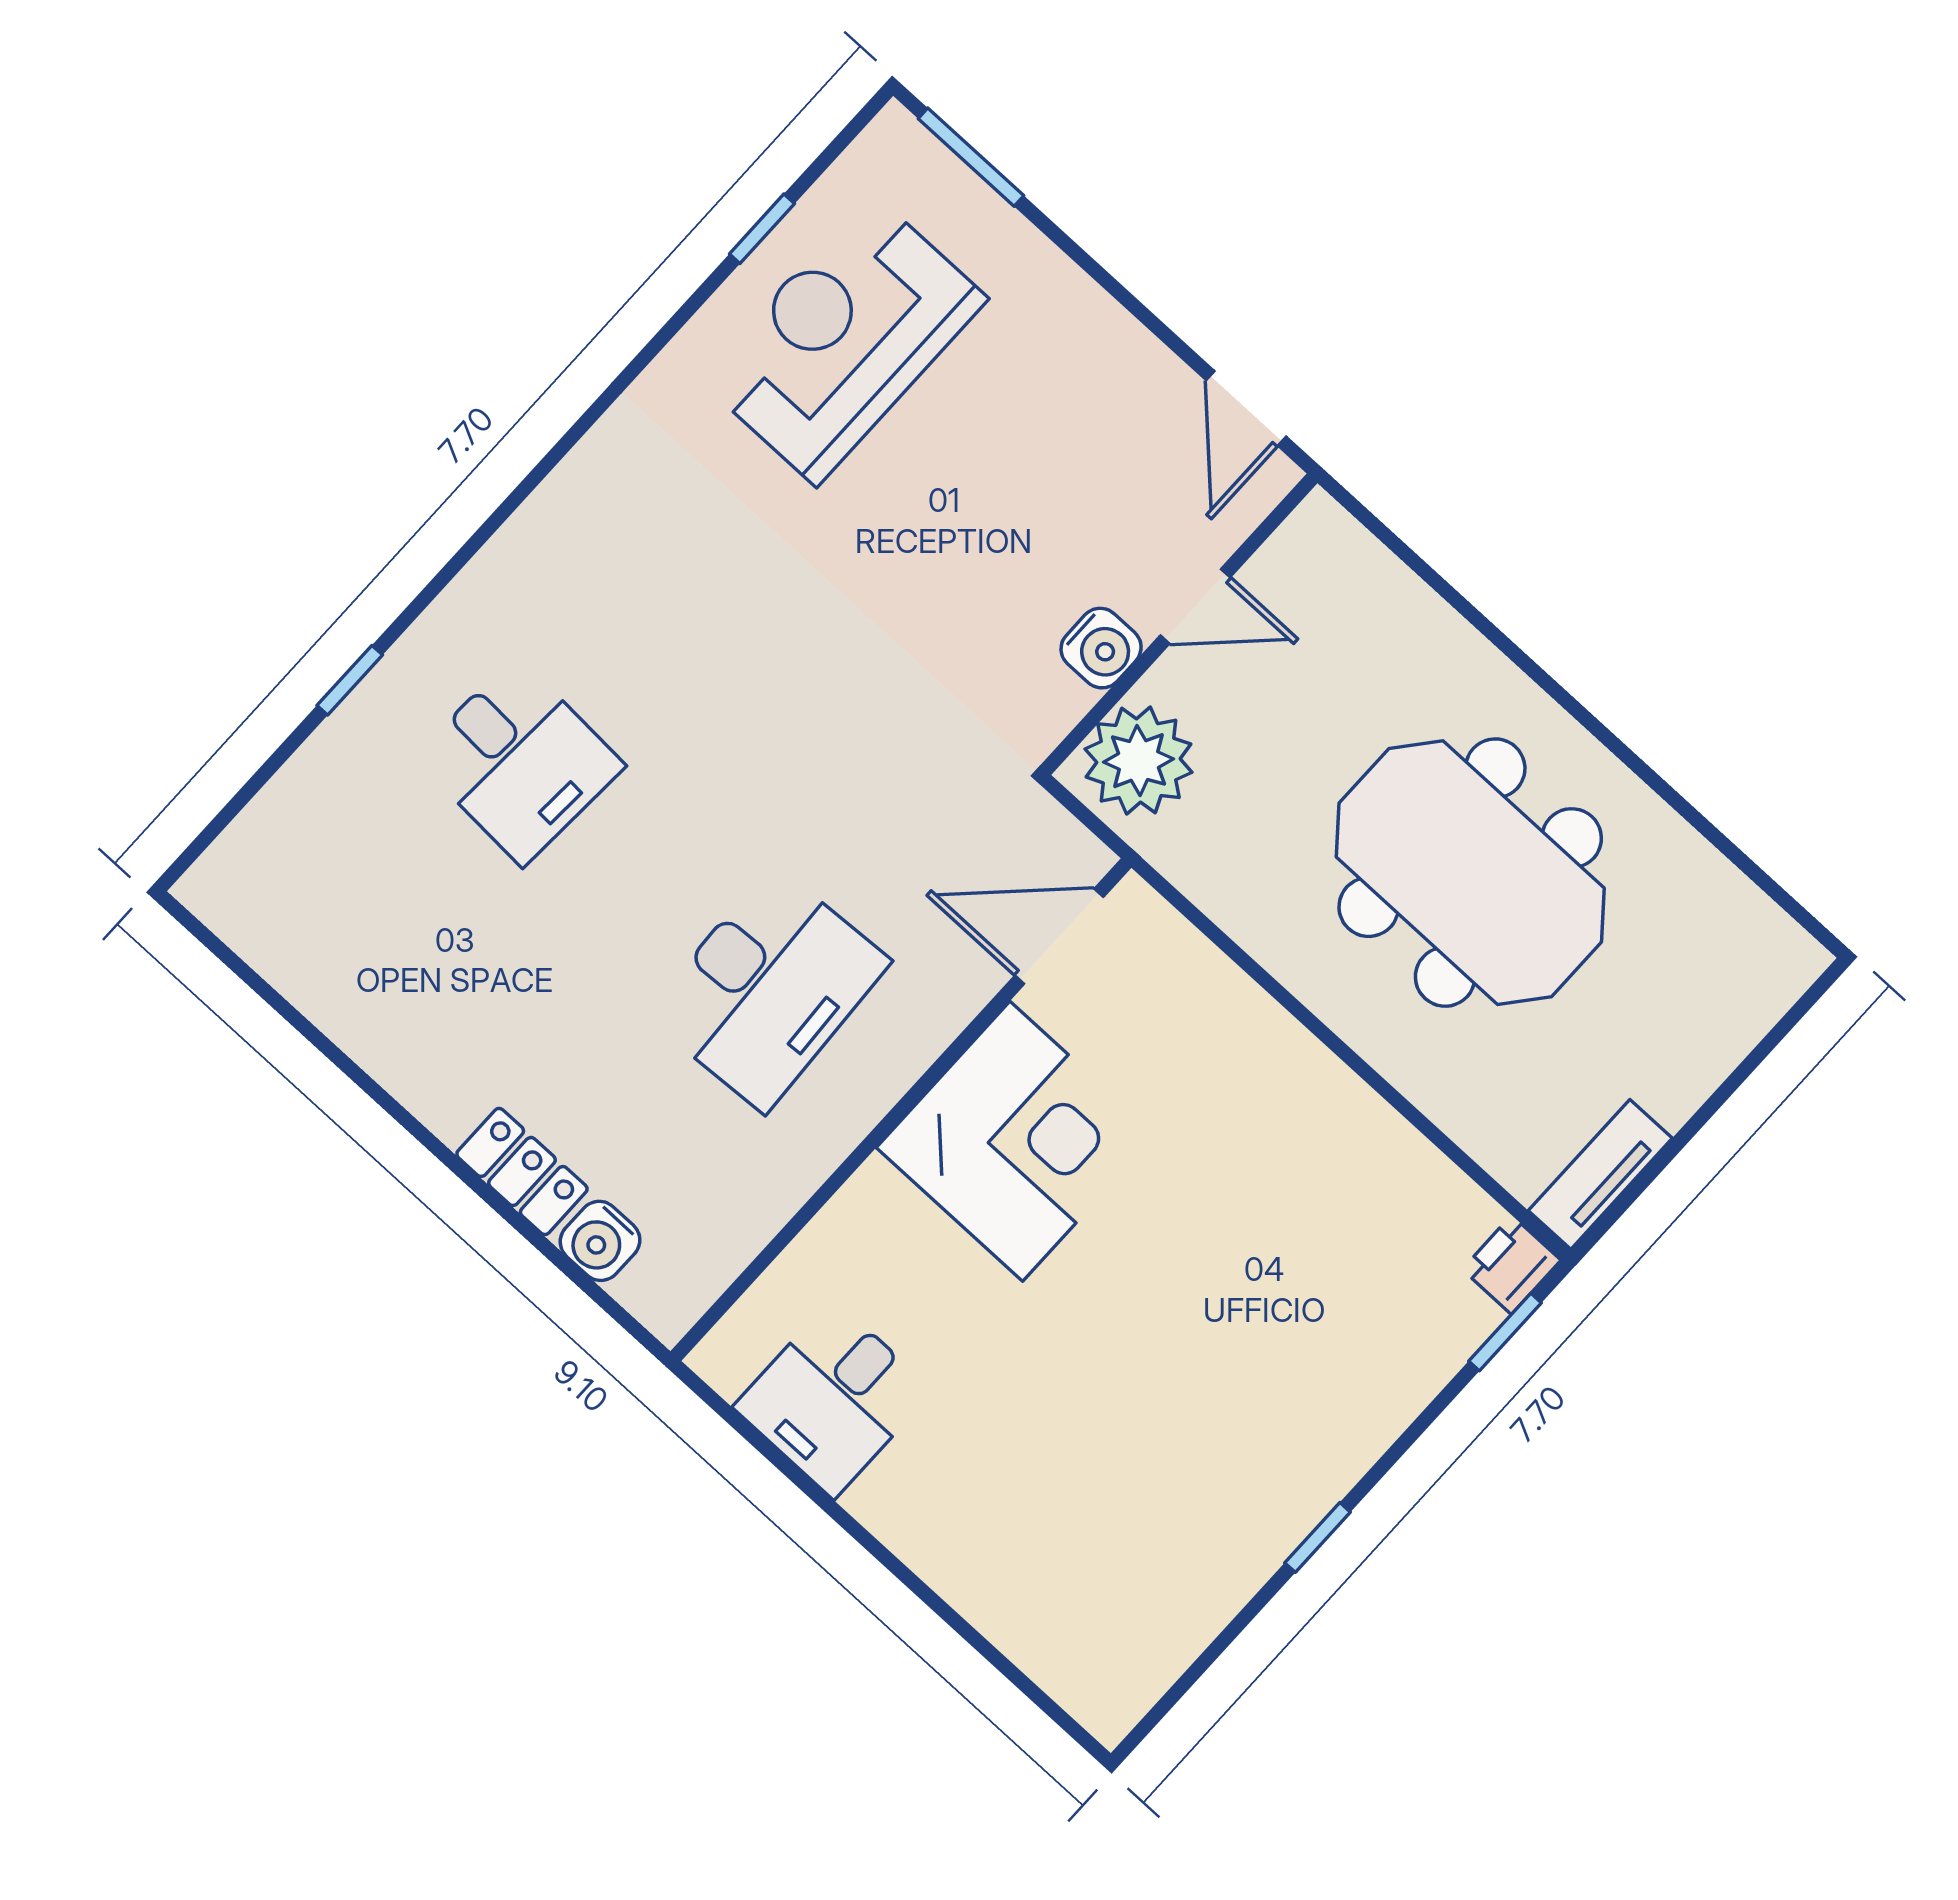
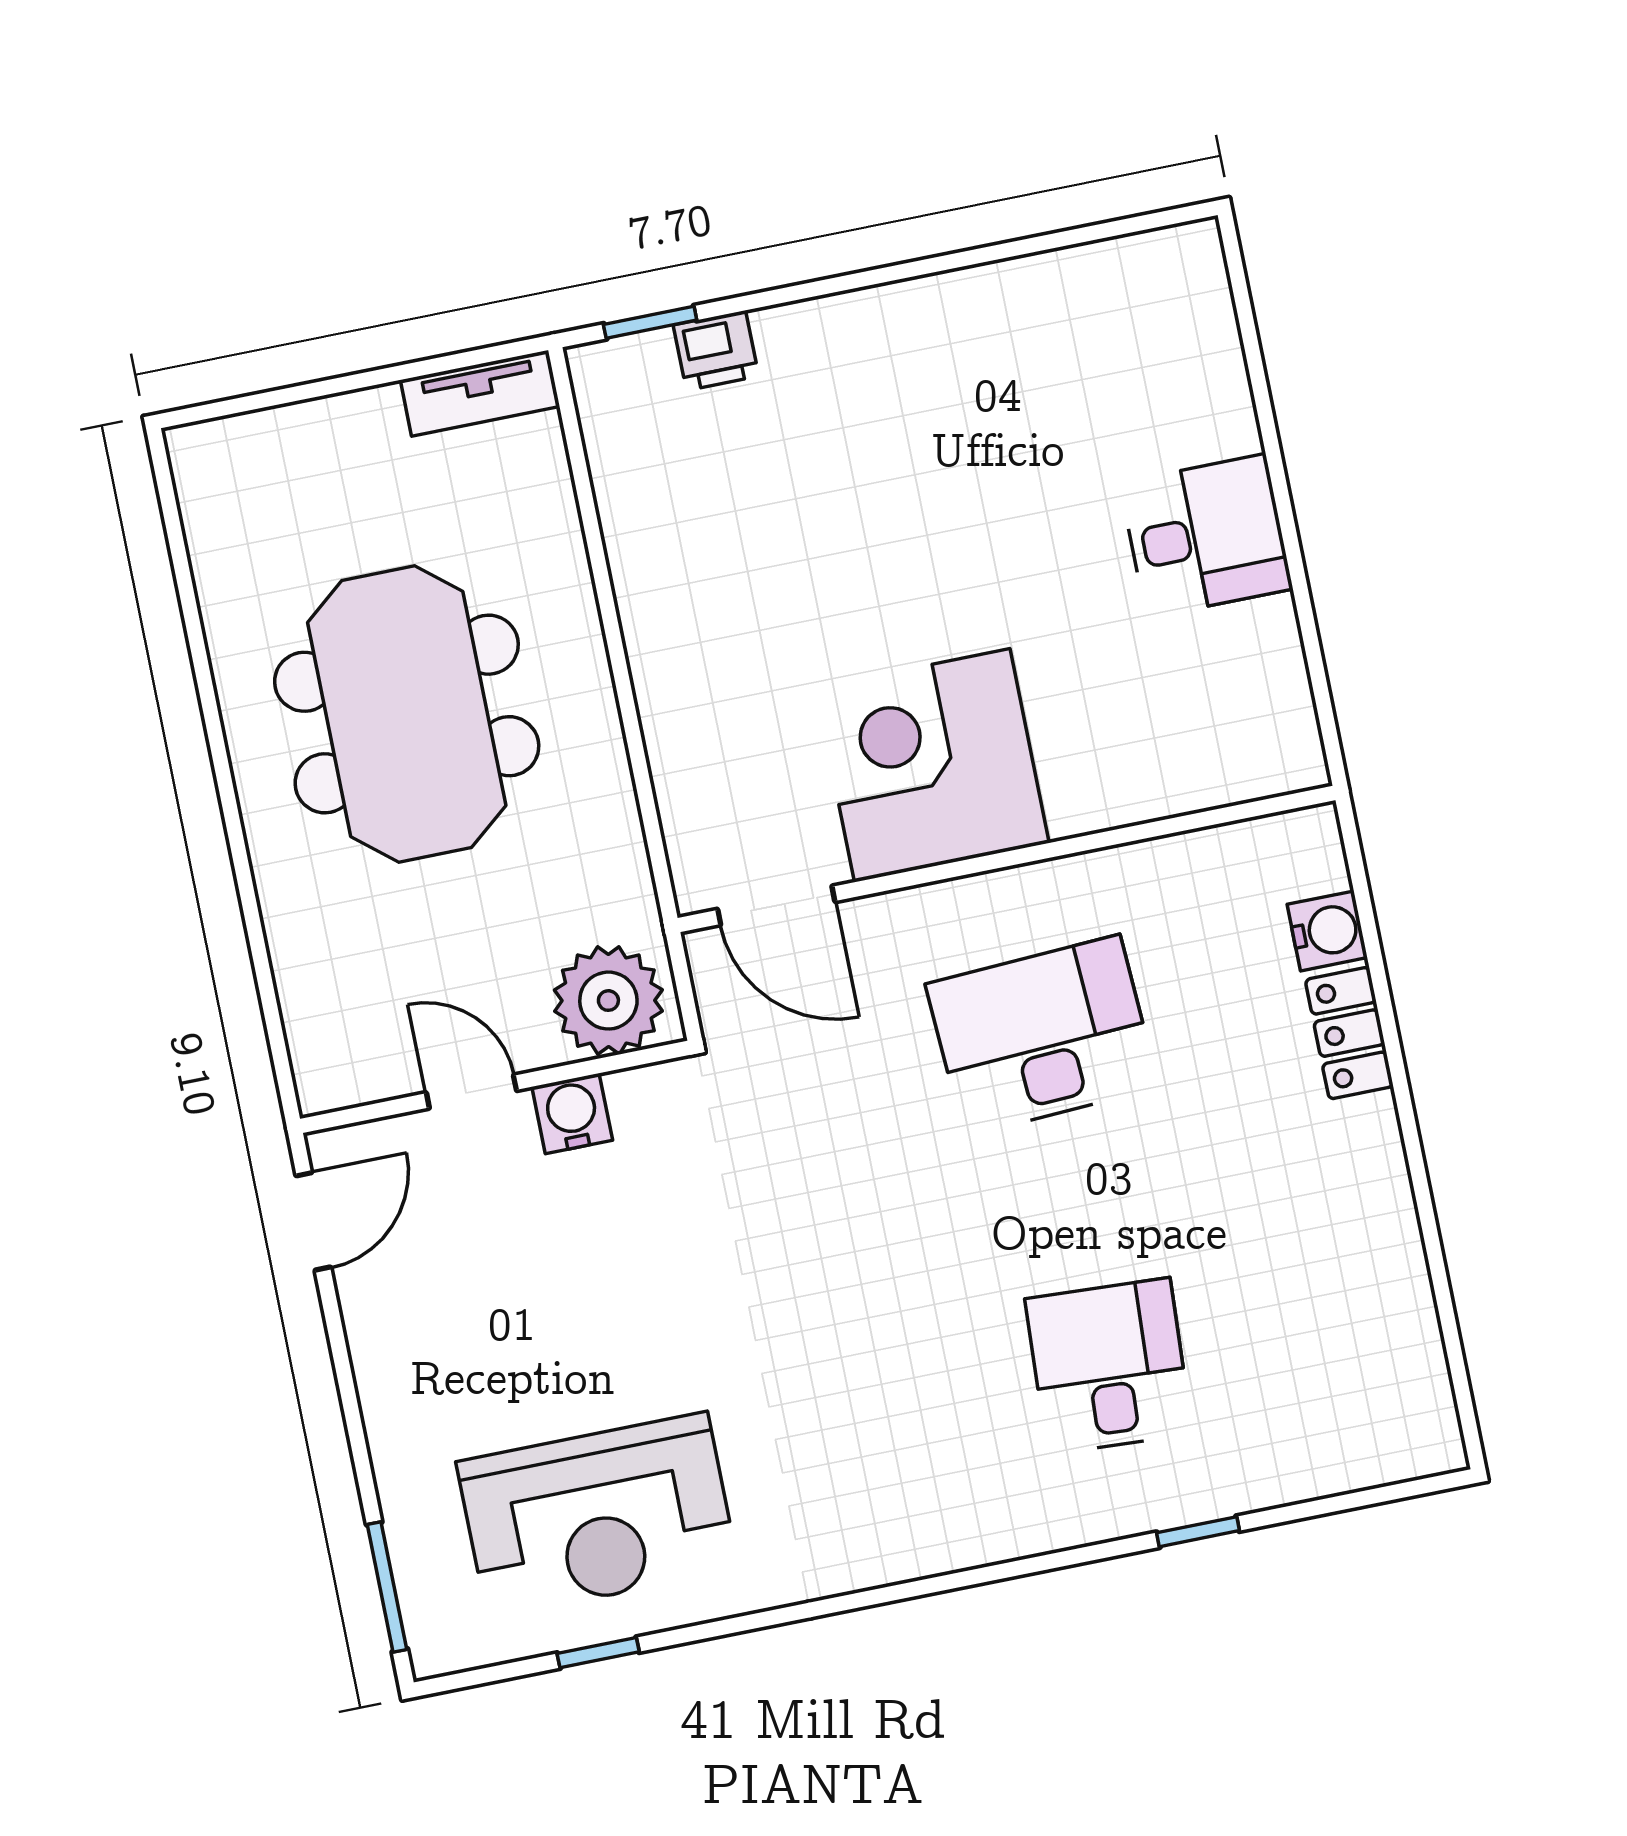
printer: (1511, 1265) -> (716, 351), moved
desk: (833, 1399) -> (1206, 536), moved
window: (1318, 1537) -> (923, 267), removed

